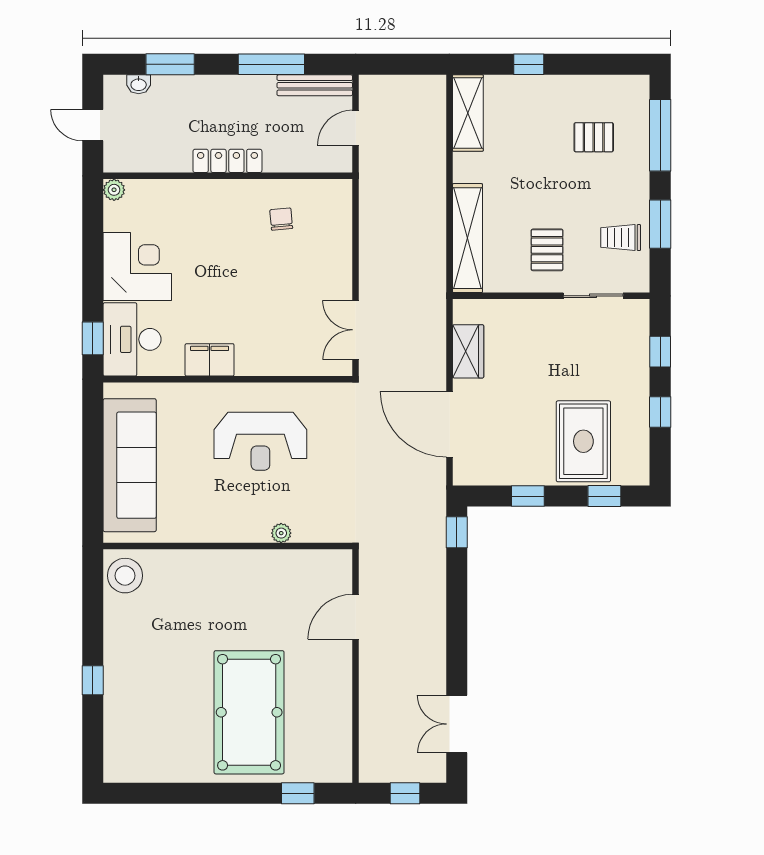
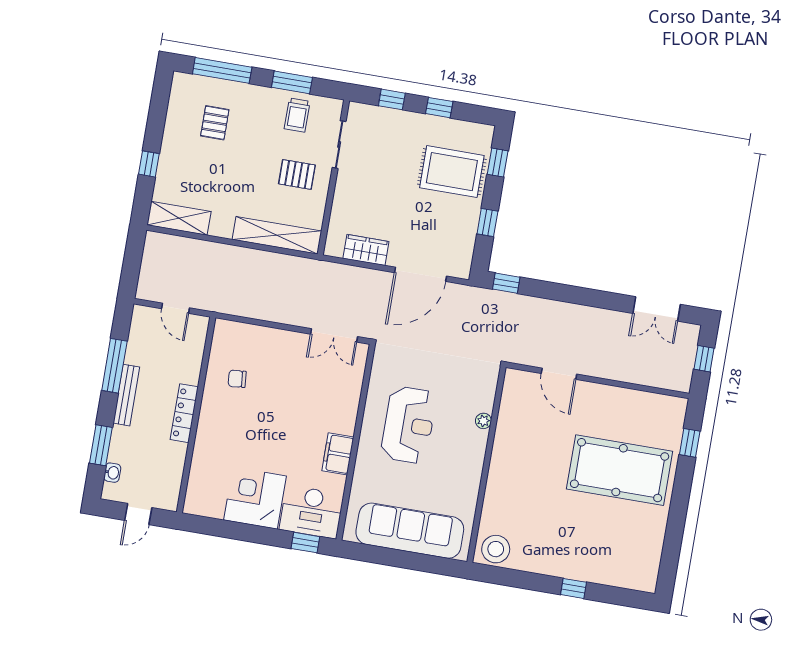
bench: (315, 85) -> (126, 395), moved
plant: (114, 190) -> (192, 506), removed

